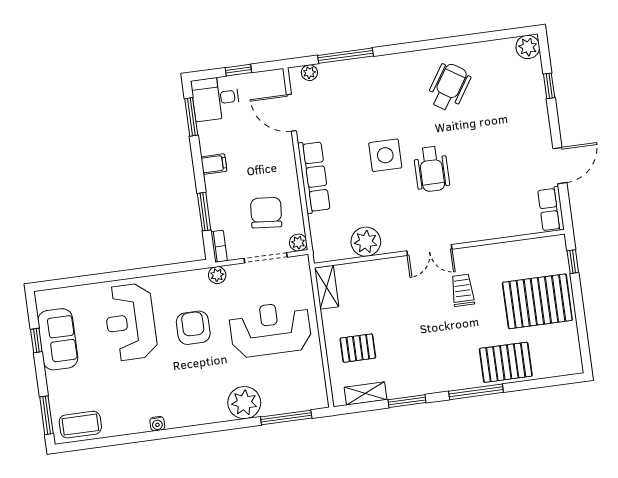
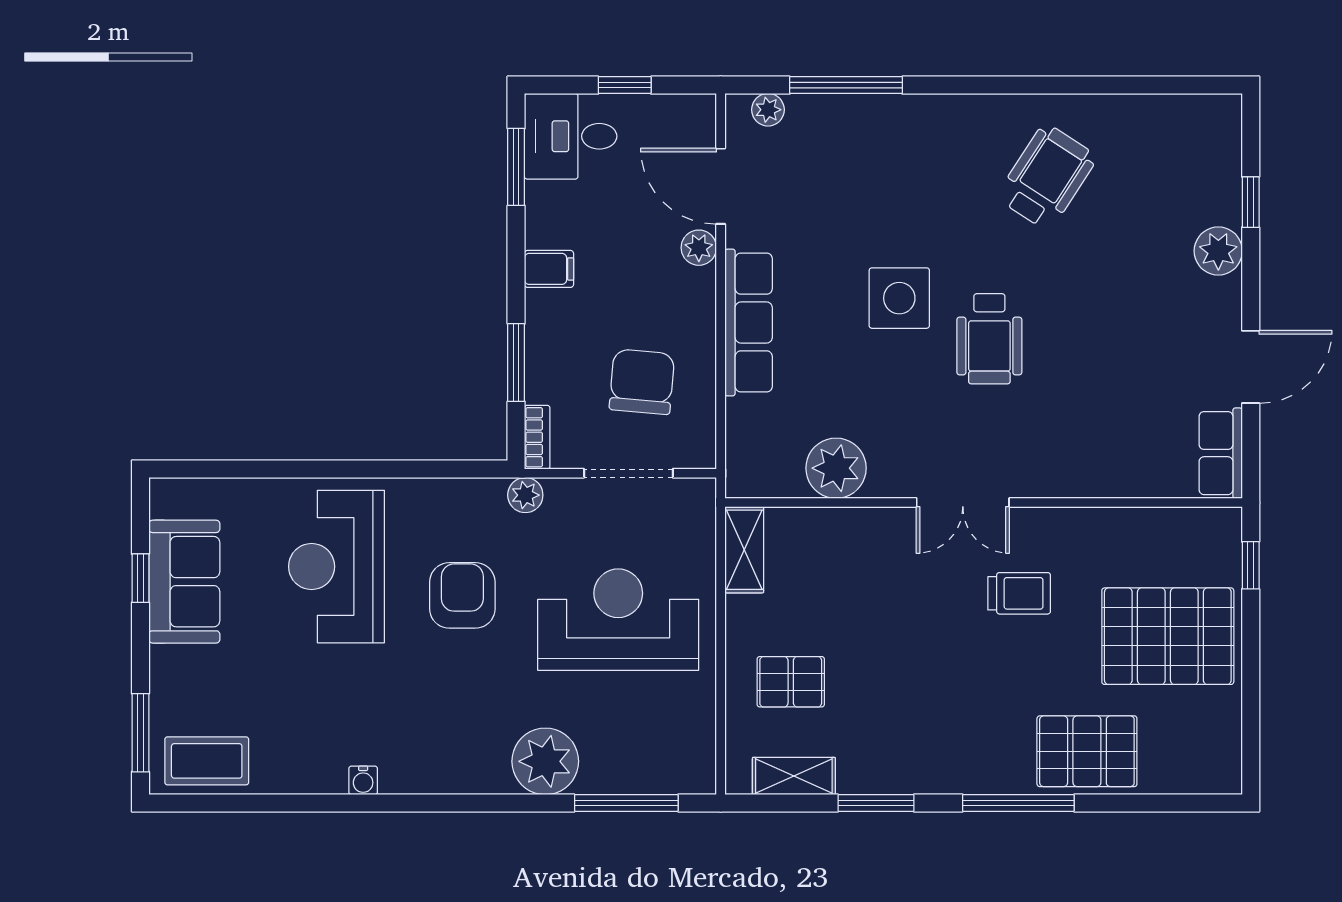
plant: (528, 47) -> (1218, 251), moved
plant: (298, 243) -> (699, 248), moved
trolley: (463, 290) -> (1019, 593), turned 90

